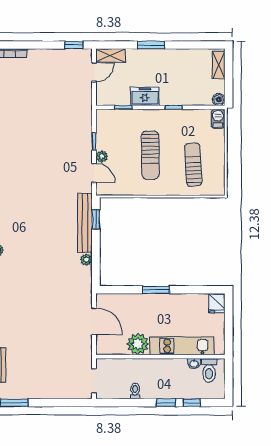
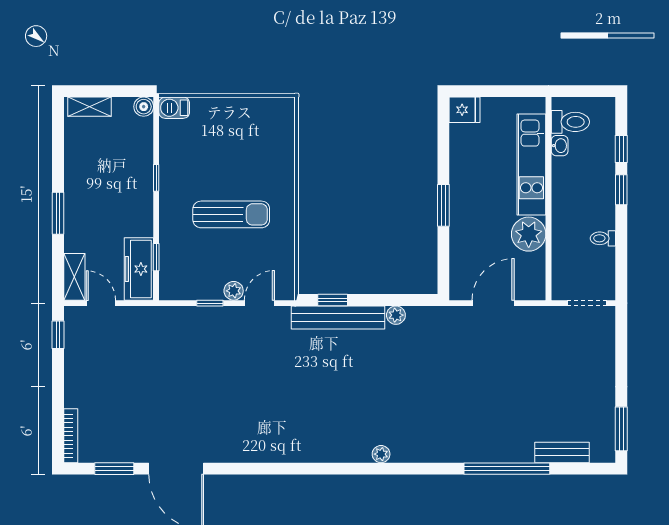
freezer: (145, 96) -> (139, 269), moved, width x1.40
sun lounger: (193, 165) -> (246, 147), removed

